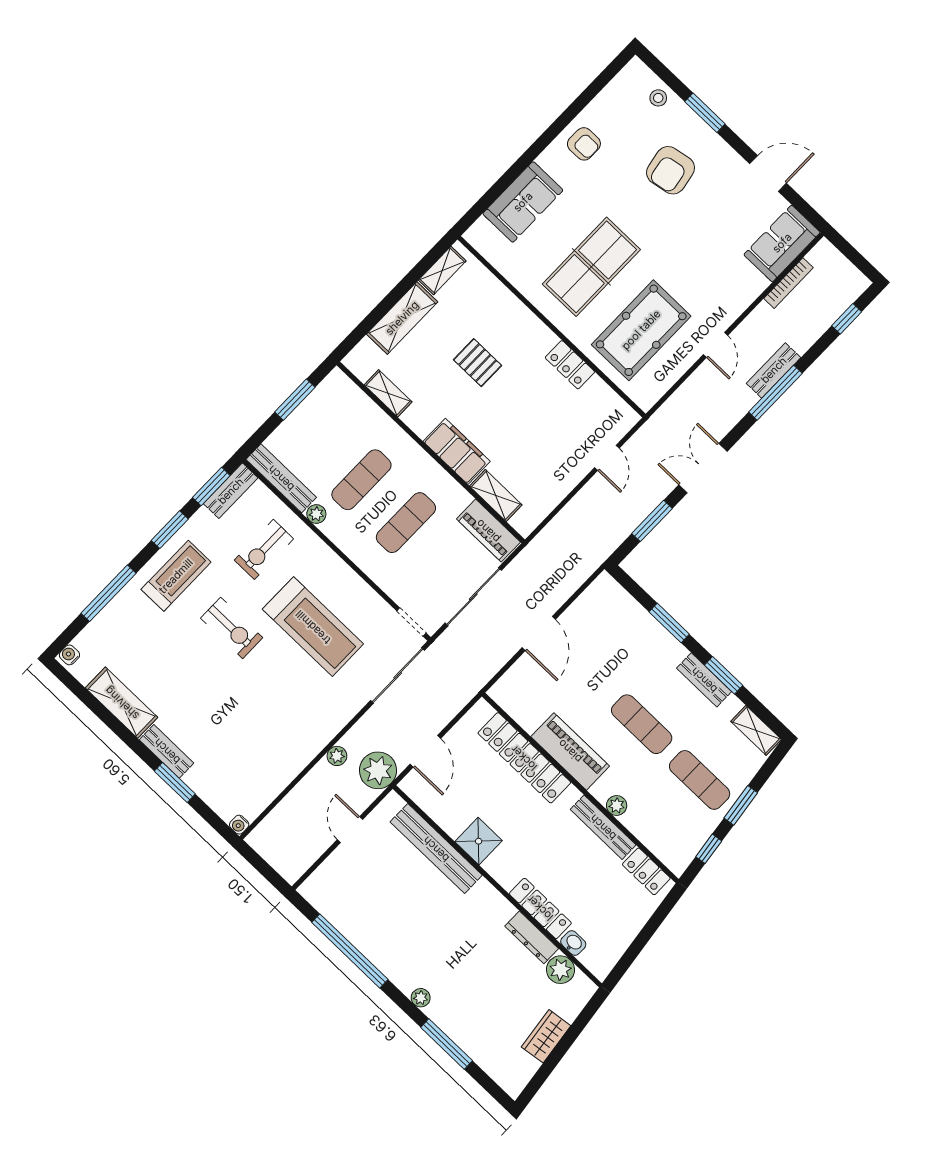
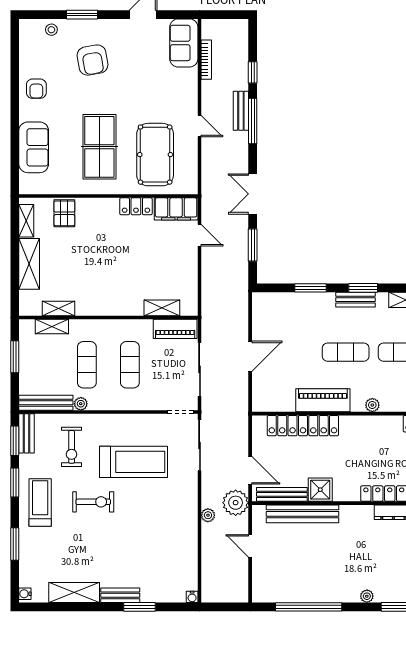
armchair: (584, 144) -> (36, 89), turned 90
window: (847, 319) -> (253, 72), moved
pallet: (478, 363) -> (64, 213), moved, turned 90
shelving: (363, 405) -> (52, 327), added
filing cabinet: (457, 451) -> (176, 209), moved, turned 180
window: (109, 593) -> (15, 544), width x0.69
door: (539, 633) -> (250, 356), hinge flipped
bench: (603, 827) -> (282, 494), moved

